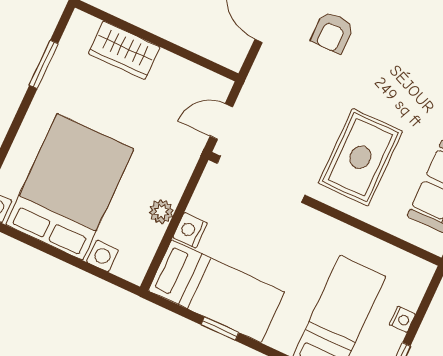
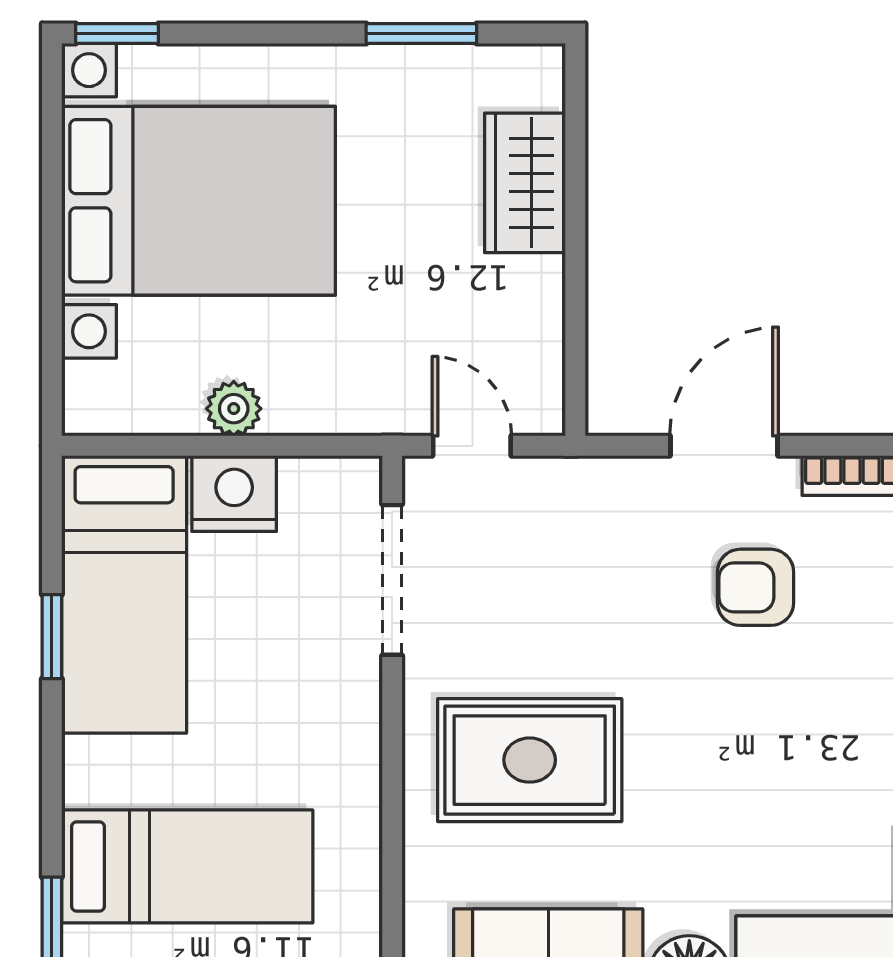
doorway: (261, 179) -> (392, 580), width x0.73
nightstand: (190, 230) -> (234, 494), width x1.36, depth x1.33

